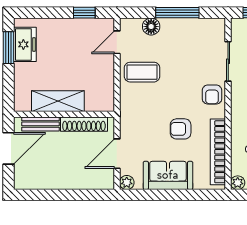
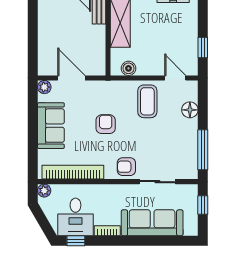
window: (177, 13) -> (203, 150), moved
boiler: (107, 92) -> (128, 68), added
shoe rack: (84, 124) -> (99, 47), removed
armchair: (181, 129) -> (106, 124), moved

